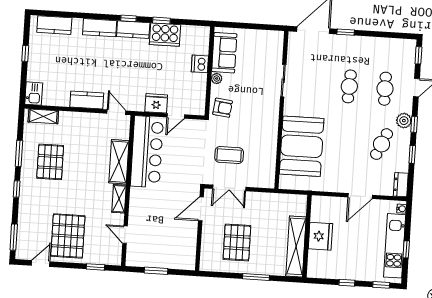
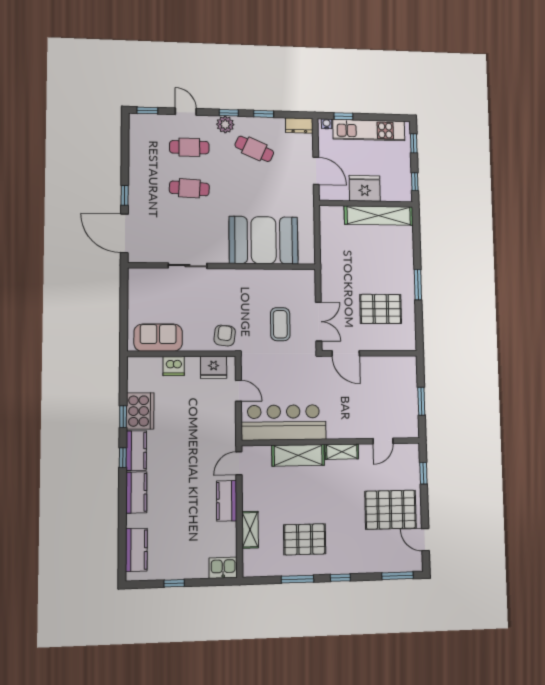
plant: (217, 78) -> (190, 345), removed
fridge: (156, 103) -> (214, 367), moved, turned -90
shelving: (43, 116) -> (250, 530), moved
wall: (307, 236) -> (366, 204), moved
fridge: (320, 236) -> (365, 188), moved
shelving: (296, 246) -> (379, 215), moved
window: (406, 249) -> (343, 116), moved

